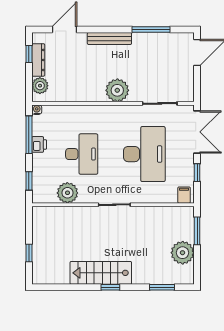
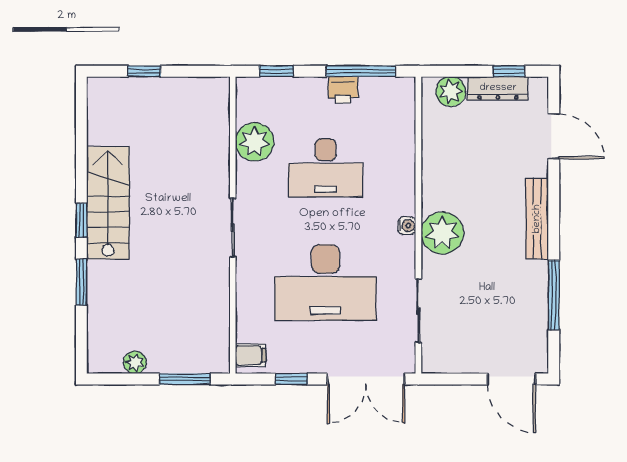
water cooler: (37, 110) -> (407, 226), moved
plant: (183, 253) -> (135, 362), width x0.53, depth x0.53
window: (162, 287) -> (81, 282), moved

